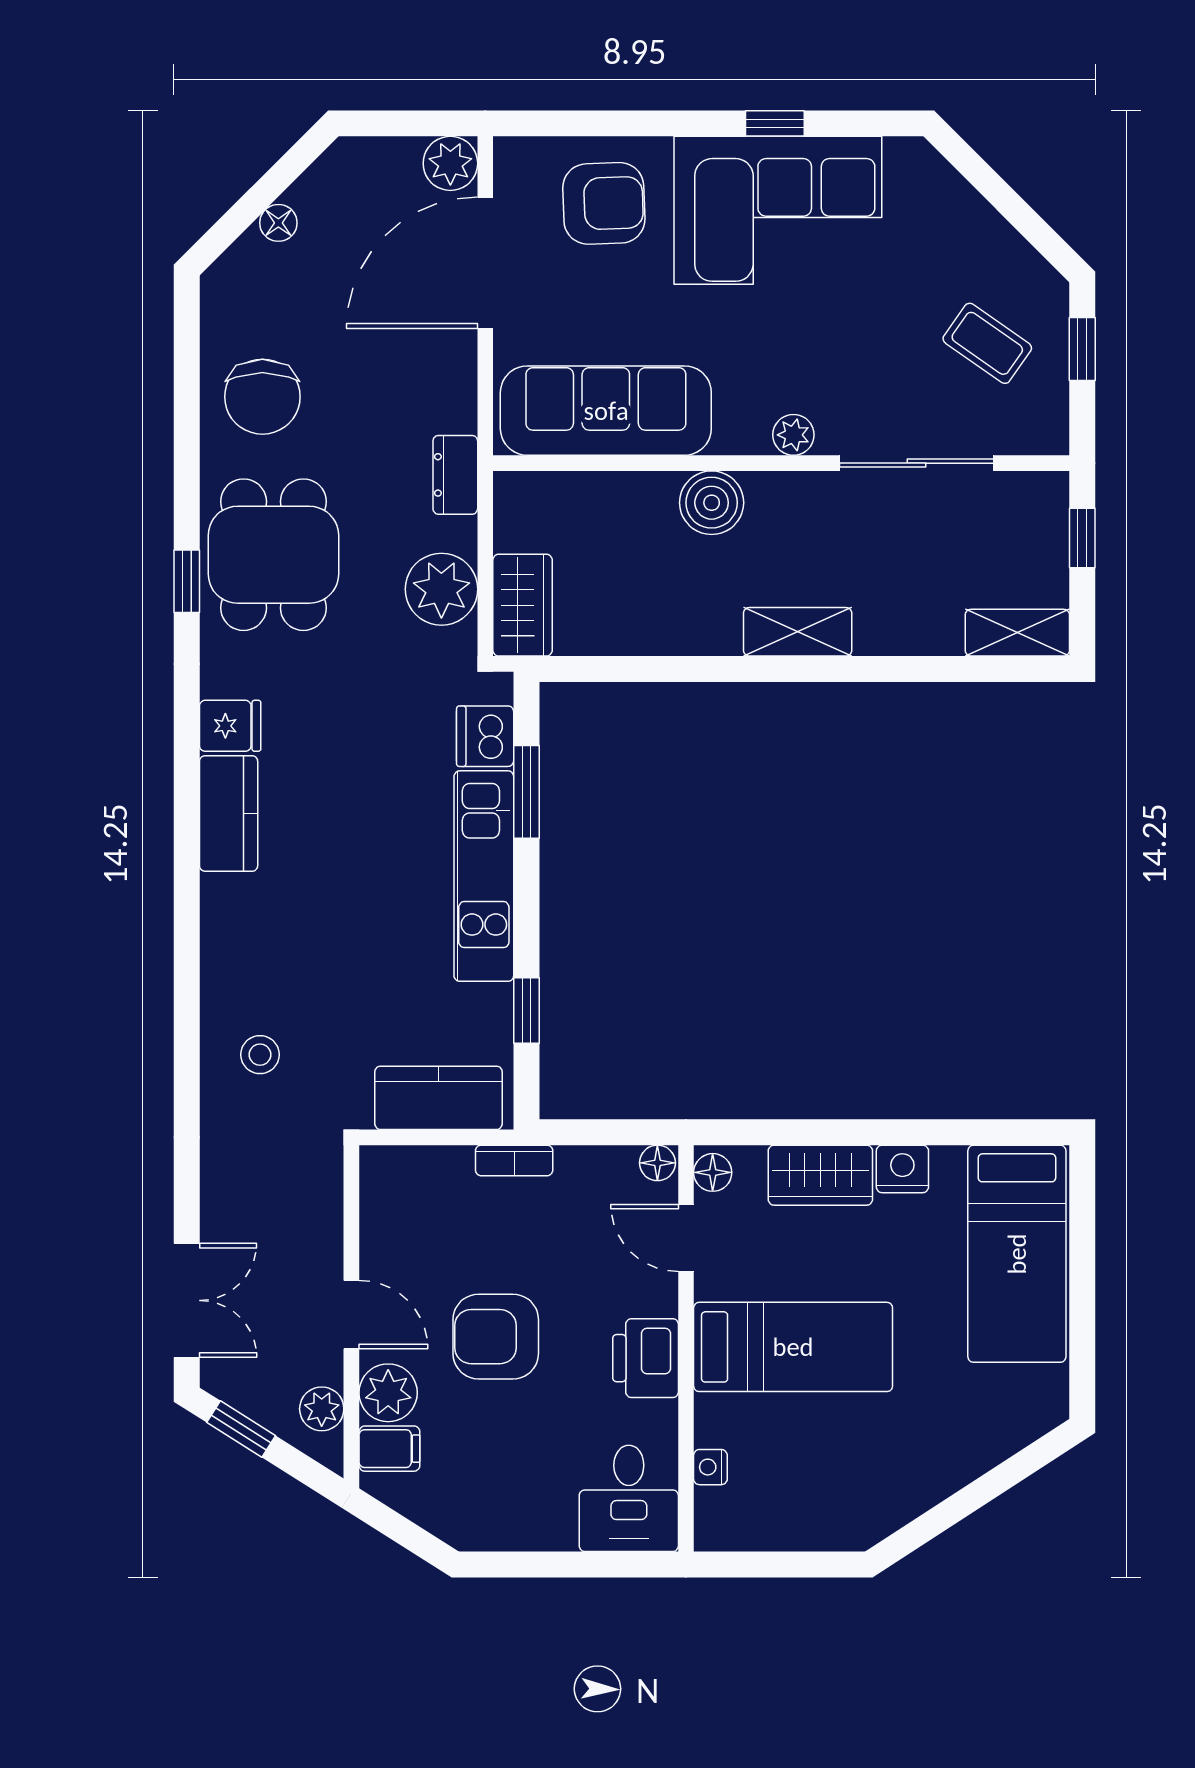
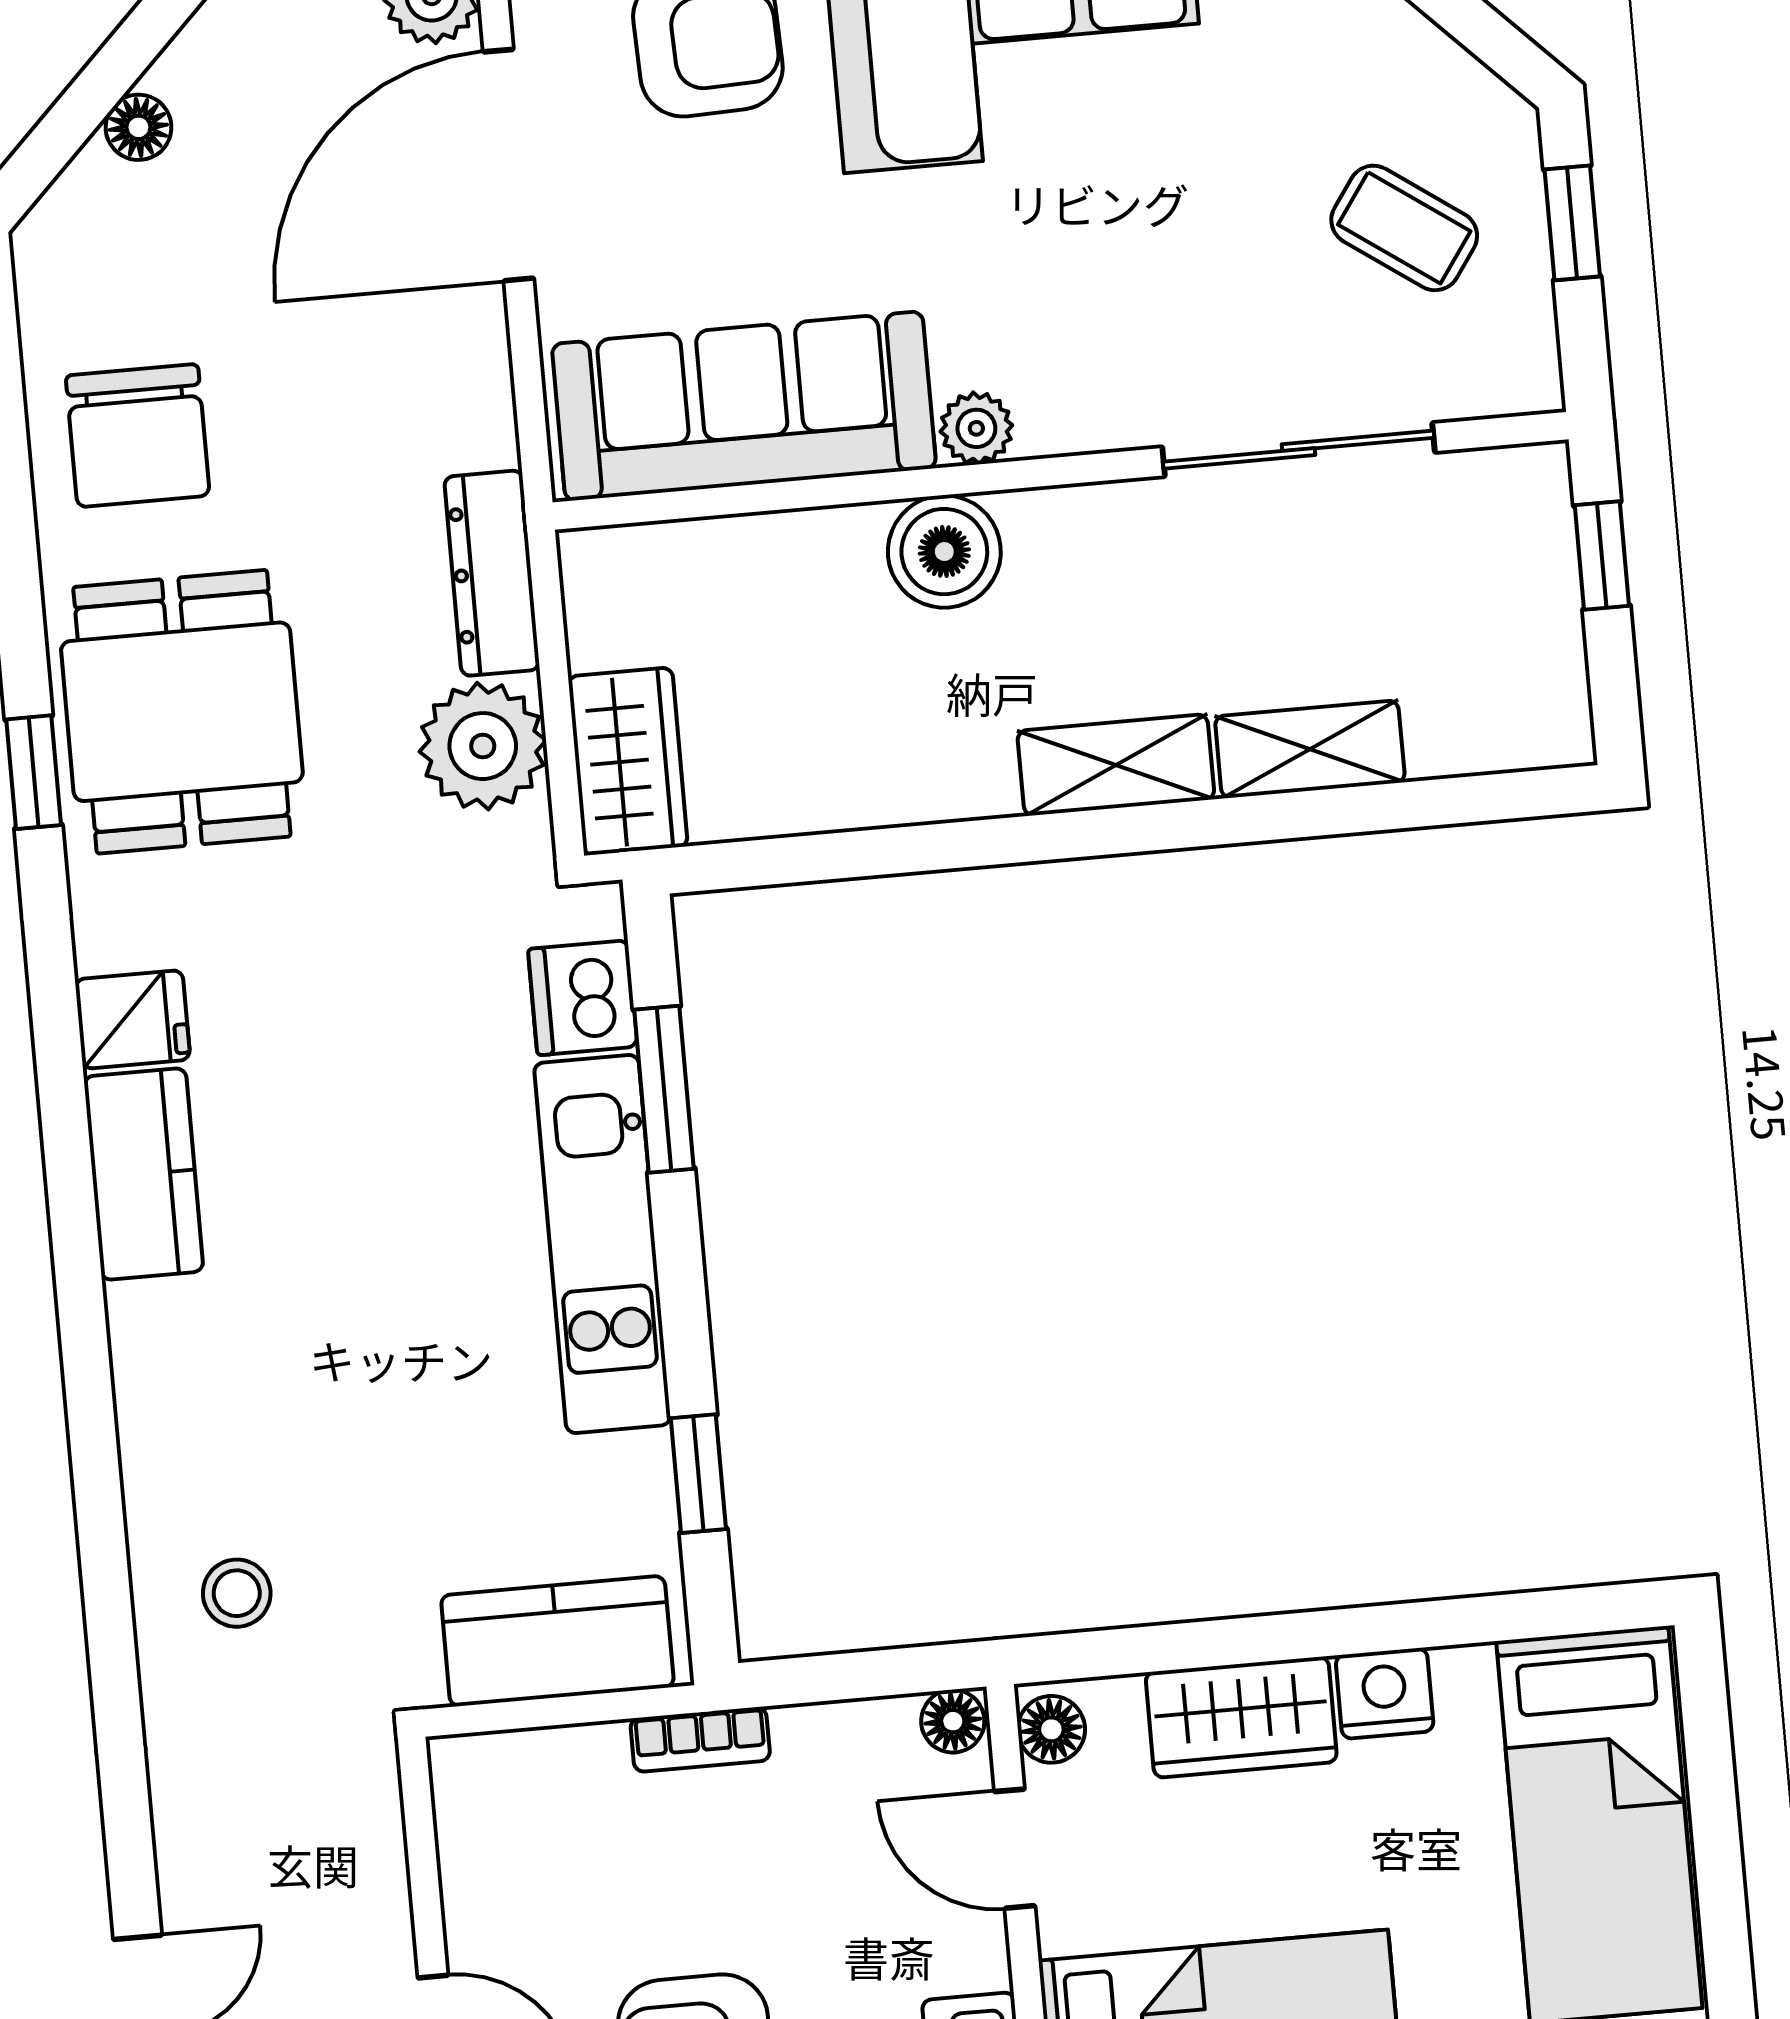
plant: (793, 435) -> (976, 428), moved
dresser: (455, 475) -> (492, 573), width x1.44
shelving: (1017, 633) -> (1310, 749), moved

